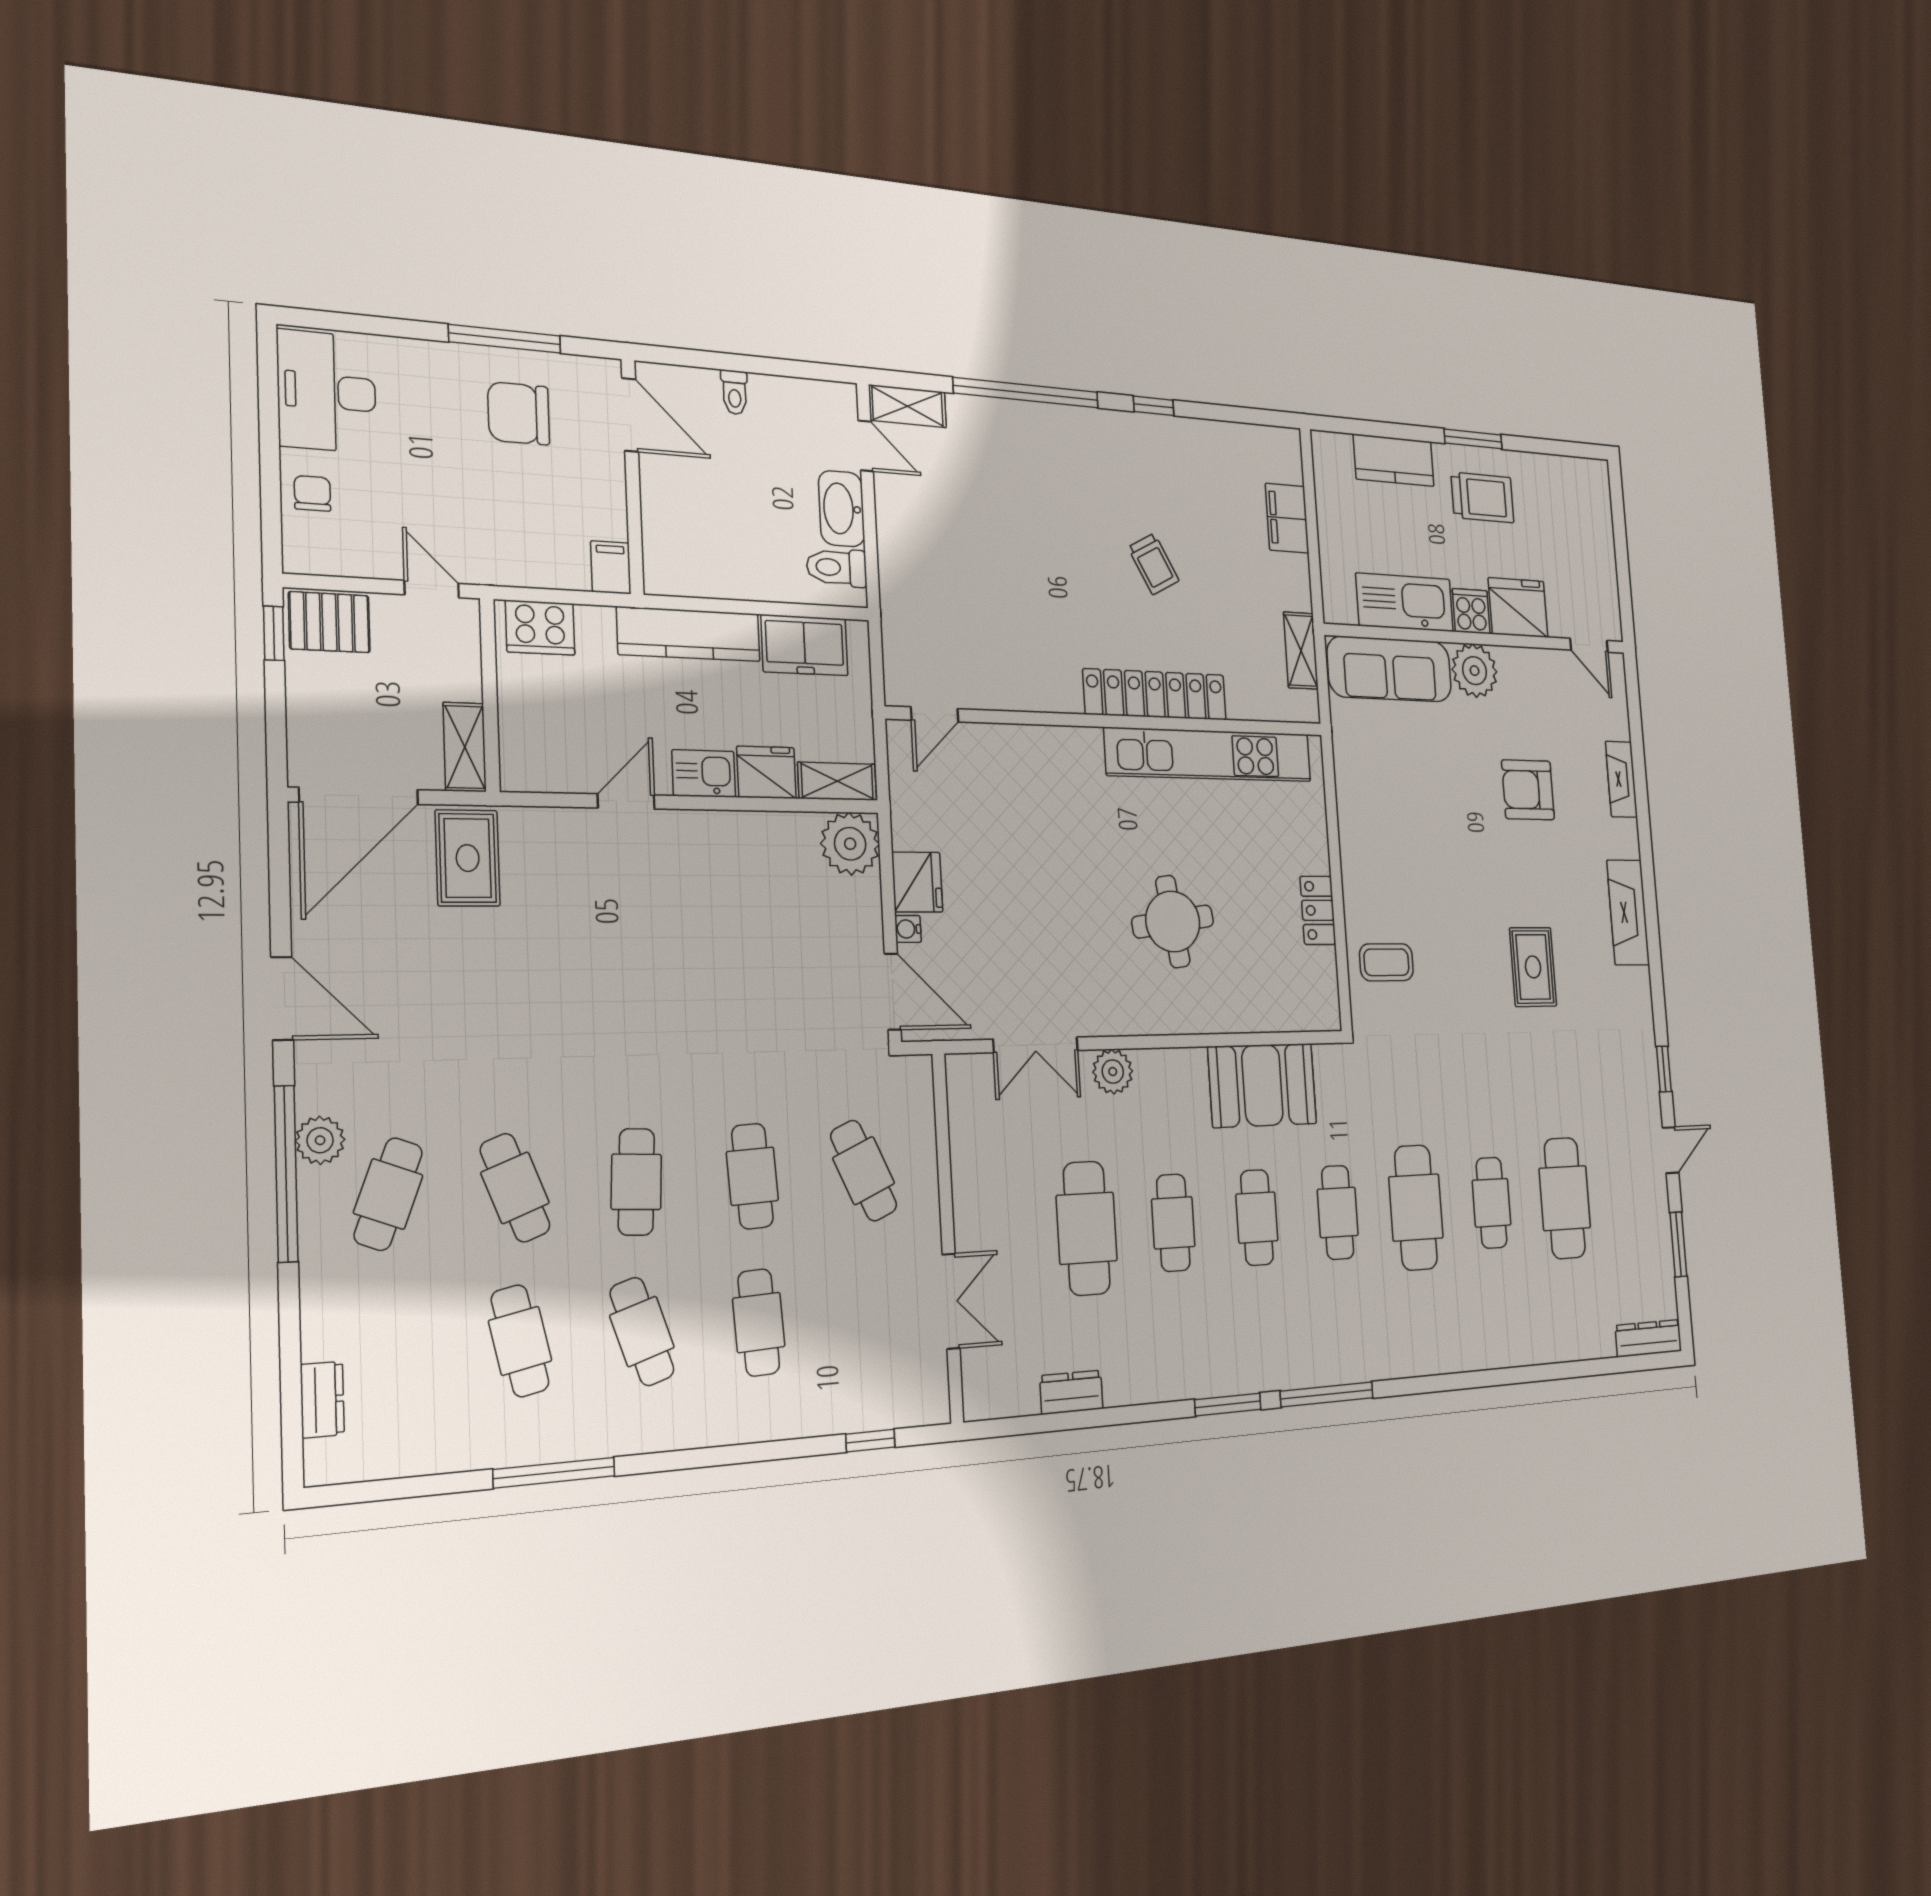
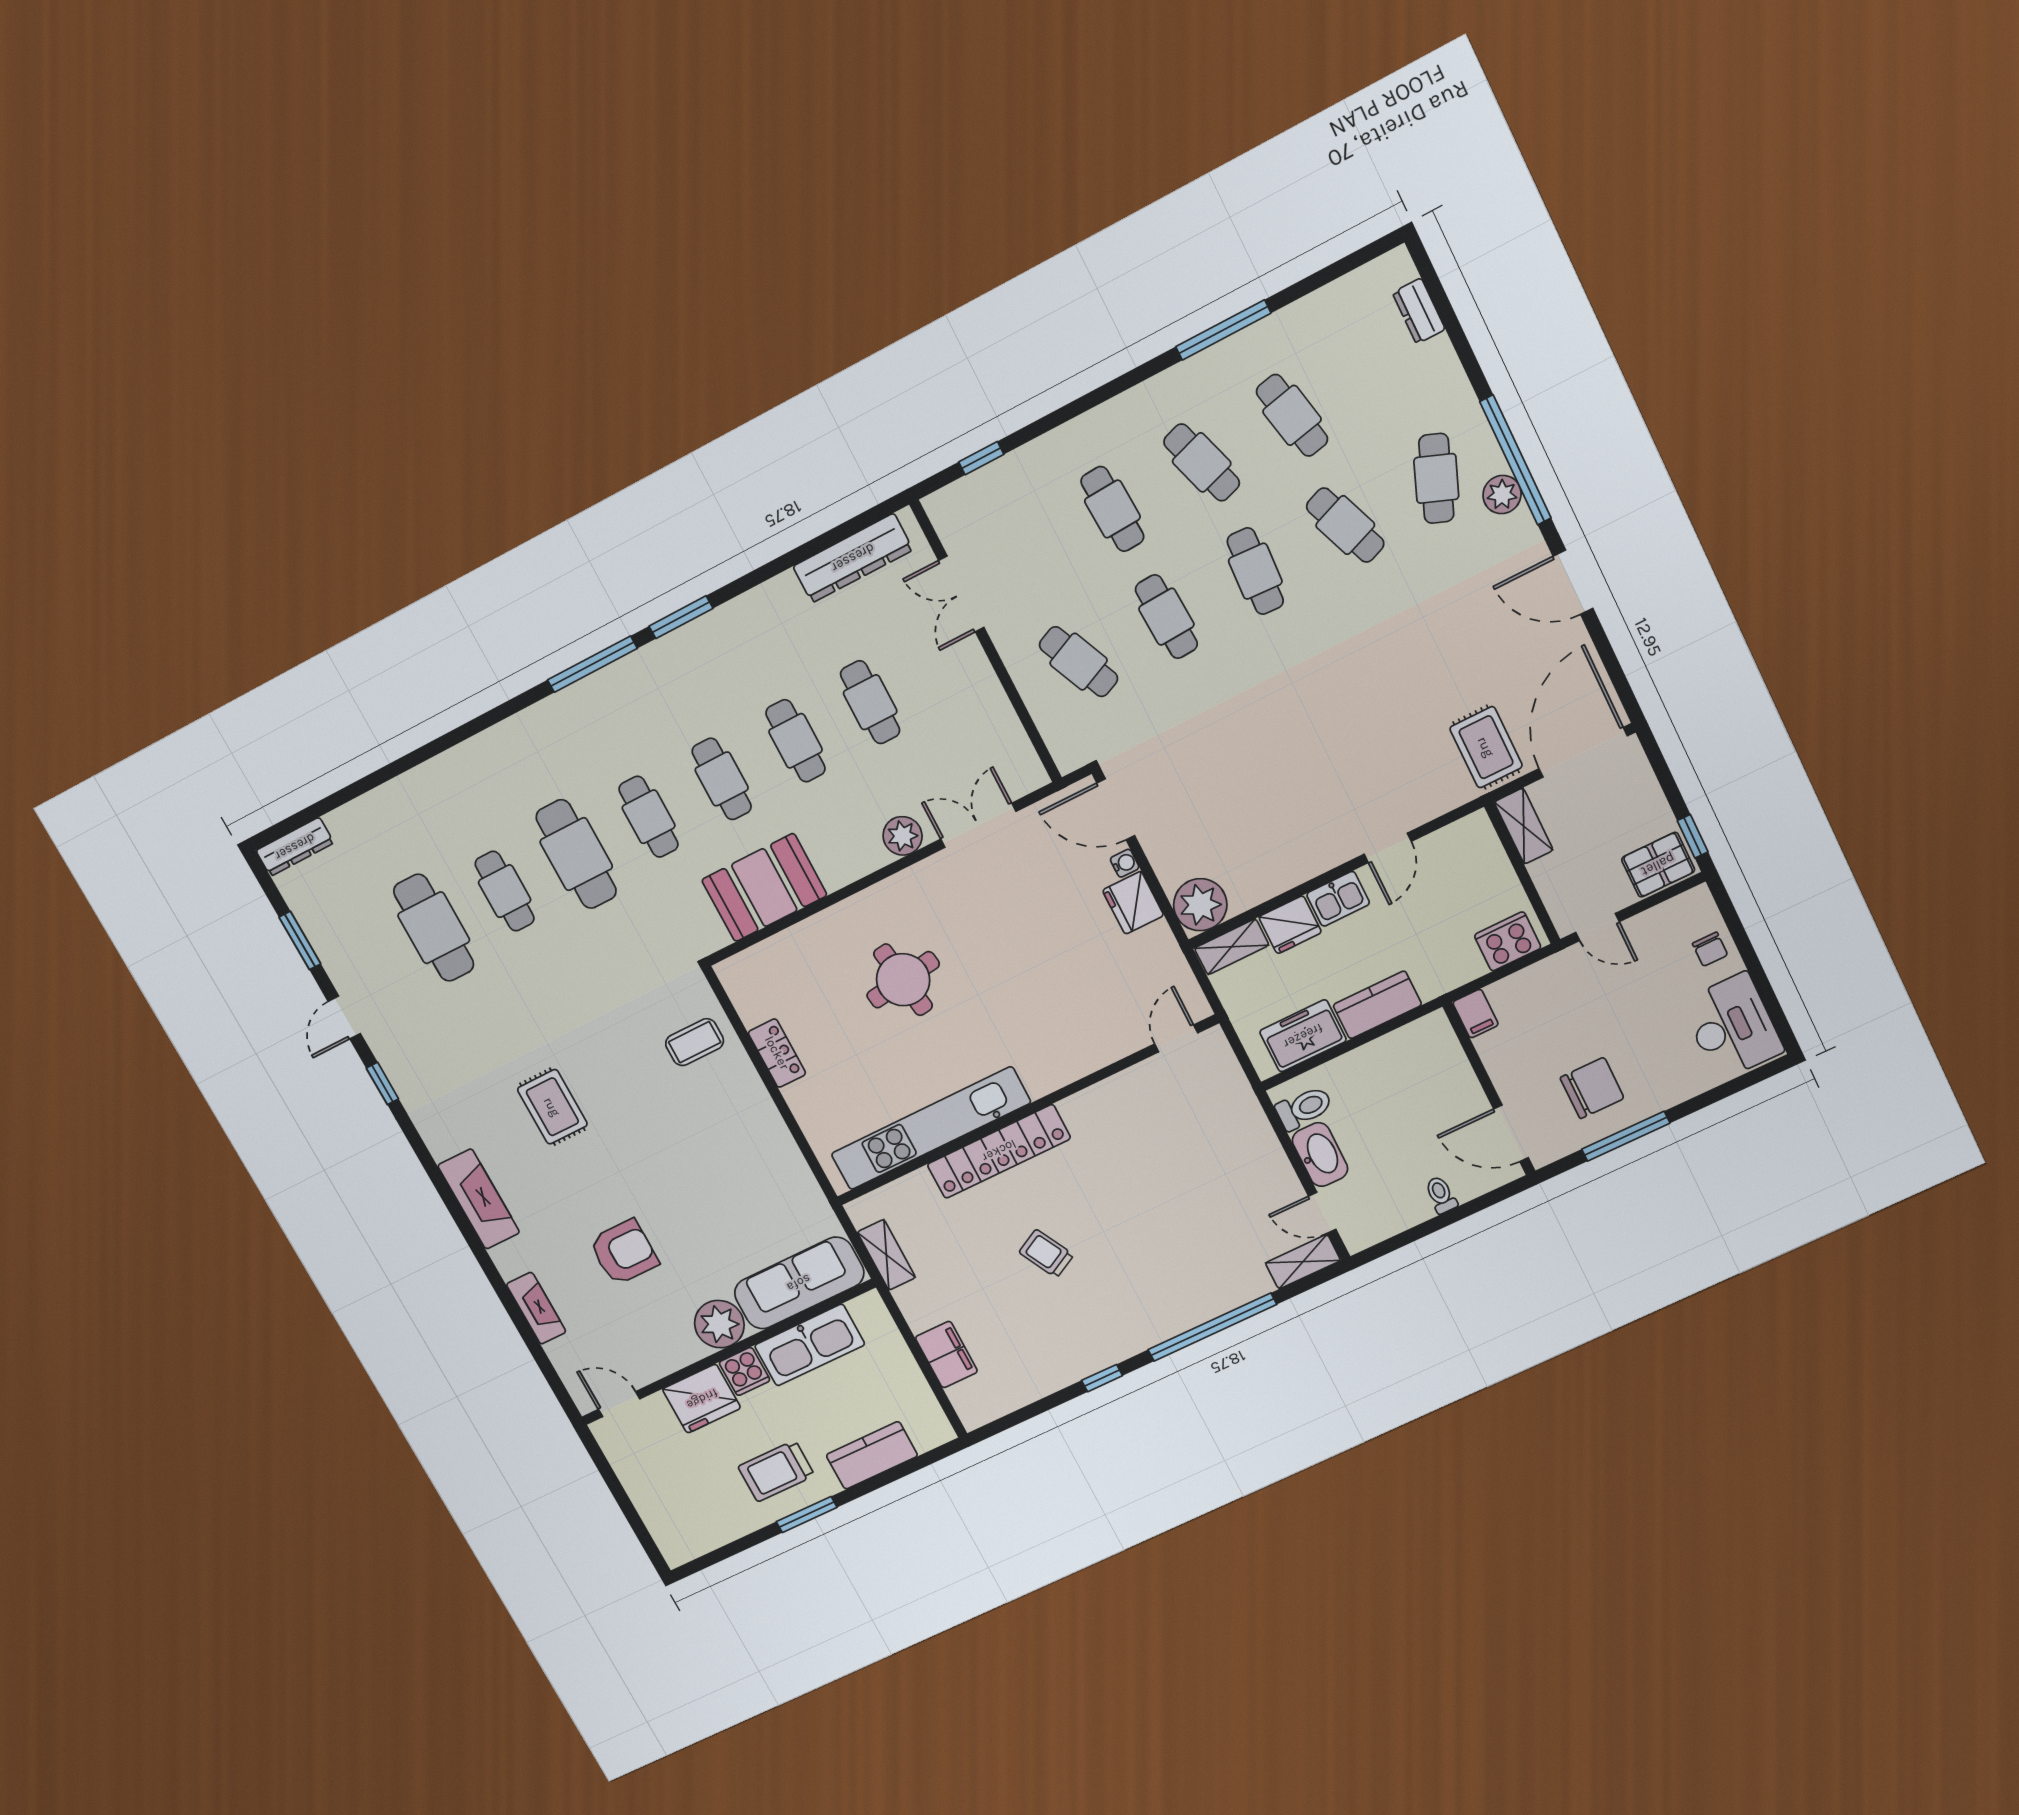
kitchen counter: (689, 634) -> (1377, 1005), width x0.67
cafe table: (1087, 1228) -> (870, 702), width x0.73, depth x0.74
dresser: (1071, 1392) -> (853, 558), width x1.96, depth x1.24

